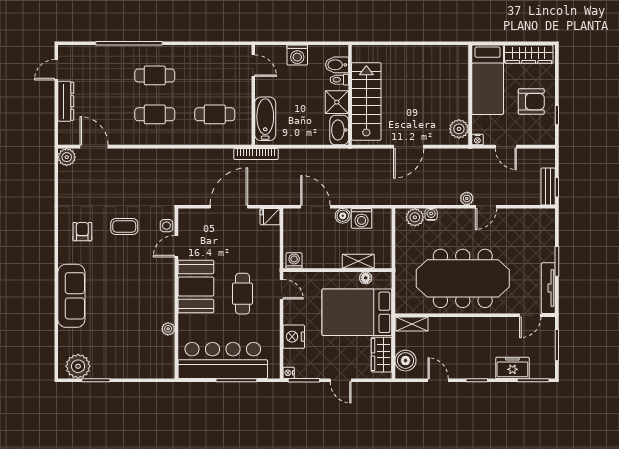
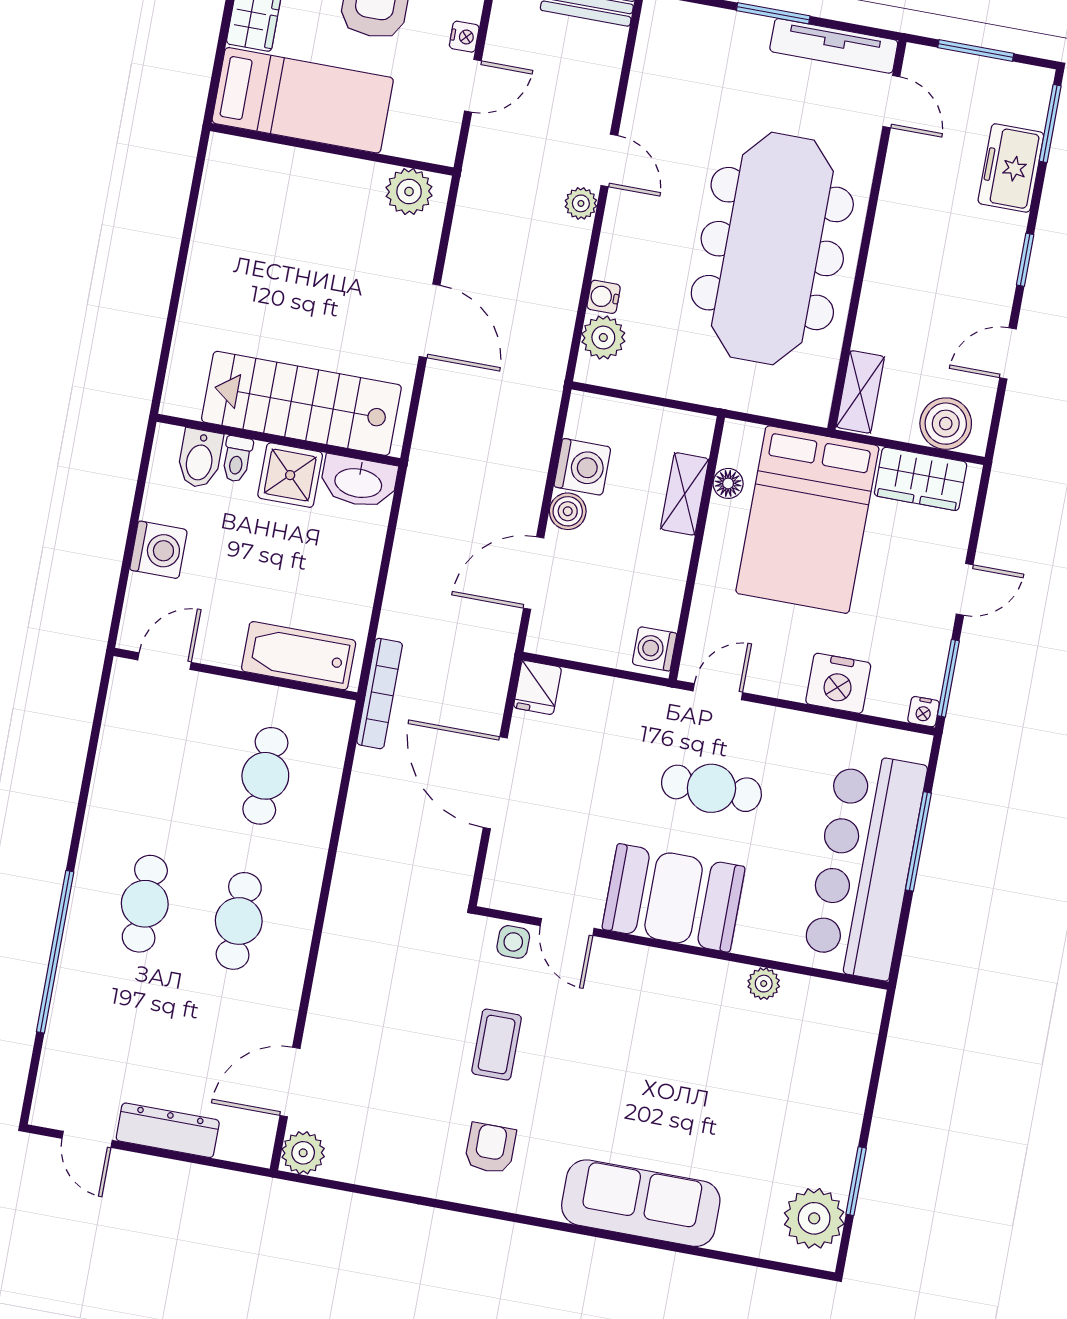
nightstand: (477, 140) -> (464, 37), moved
armchair: (82, 232) -> (490, 1148), turned 90

